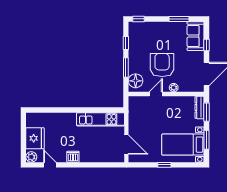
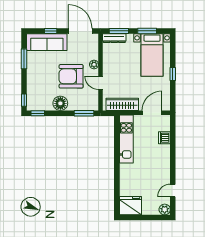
sofa: (196, 36) -> (47, 42), width x1.36
window: (126, 43) -> (38, 113), moved
window: (126, 68) -> (84, 113), moved
floor lamp: (136, 81) -> (60, 103), moved
wardrobe: (135, 115) -> (122, 104), added
fridge: (35, 138) -> (130, 206), moved
dishwasher: (73, 157) -> (164, 138), moved

